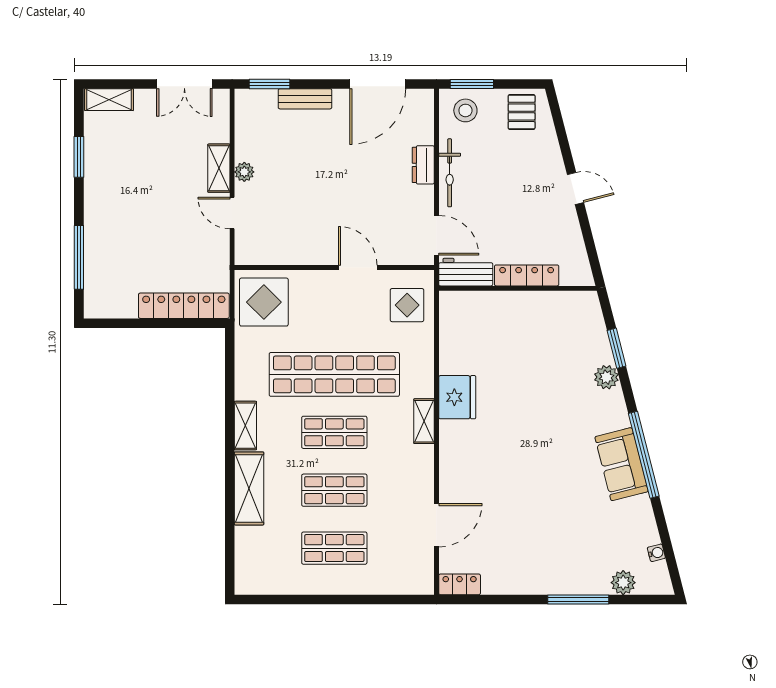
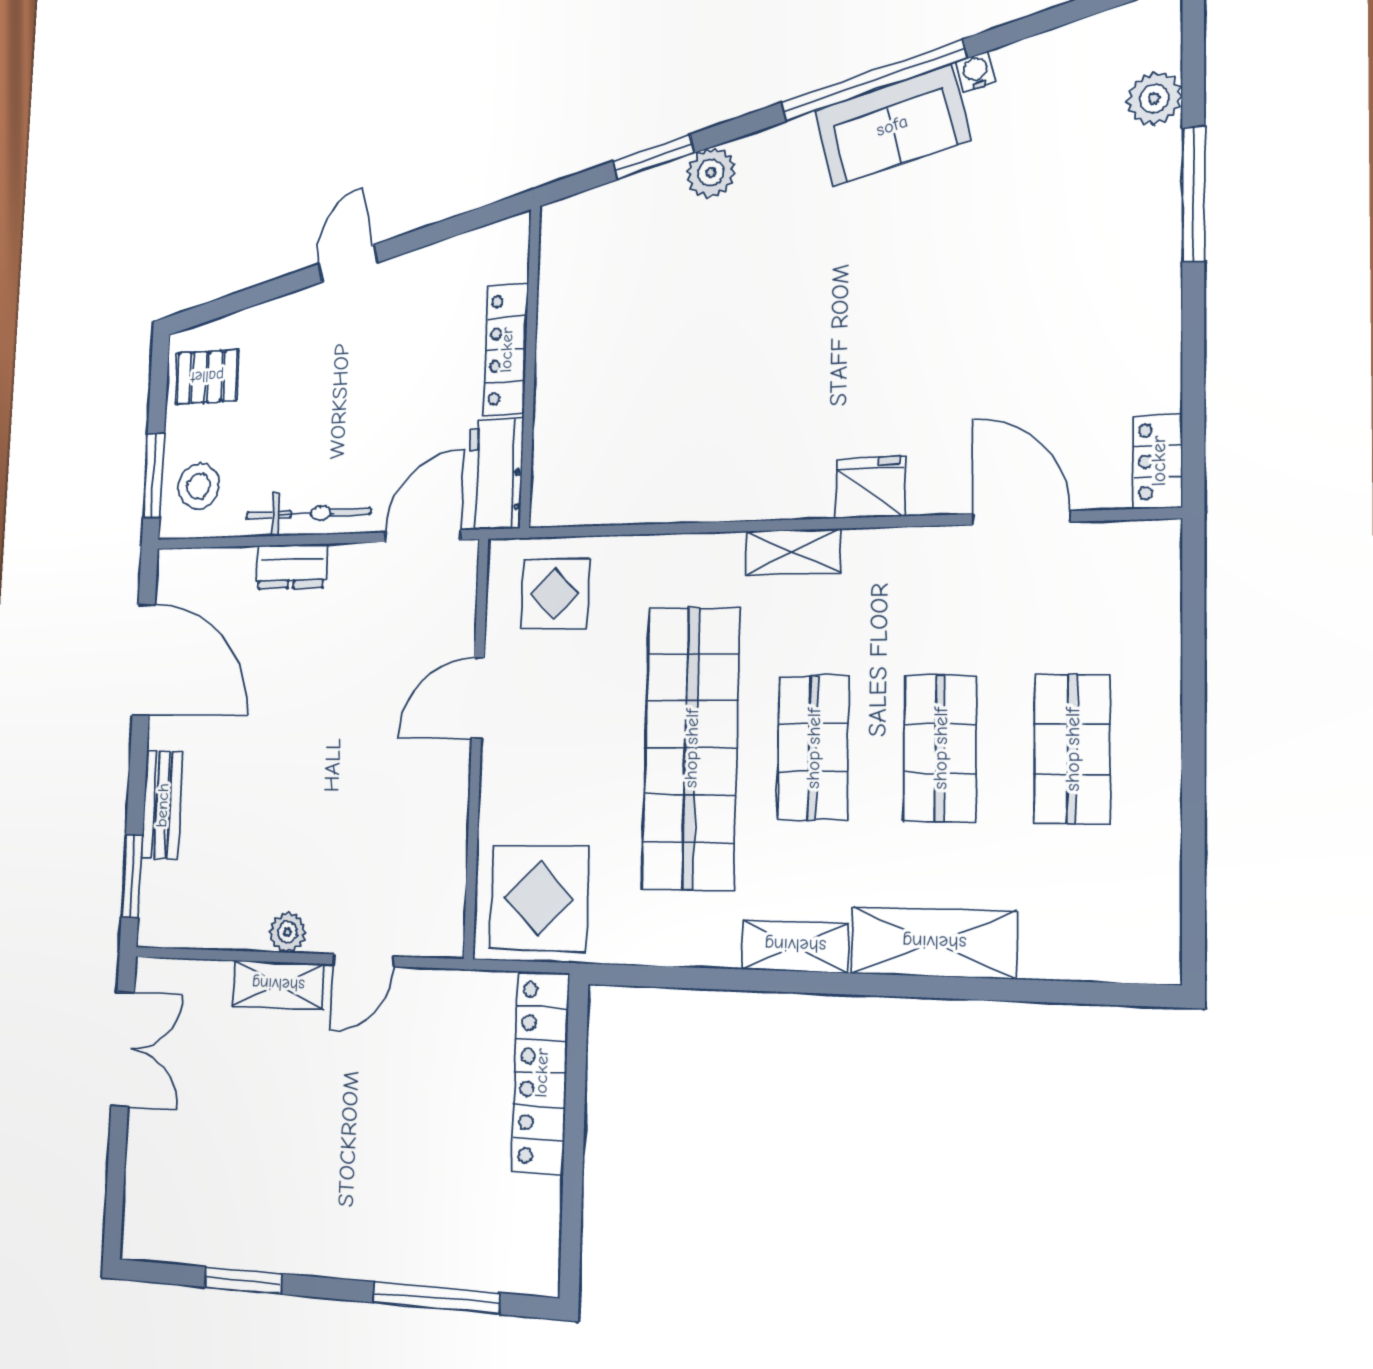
shelving: (109, 100) -> (142, 1208), removed
fridge: (457, 397) -> (870, 487), moved, width x0.73, depth x0.75
water cooler: (656, 553) -> (976, 72), moved

